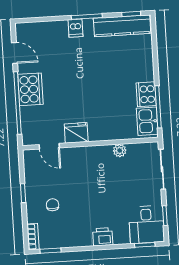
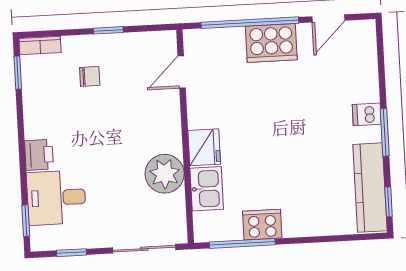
kitchen sink: (147, 121) -> (207, 189), moved, turned 90
fridge: (76, 133) -> (204, 147), moved
plant: (120, 151) -> (165, 174), width x1.87, depth x1.87
desk: (146, 224) -> (56, 198), moved

